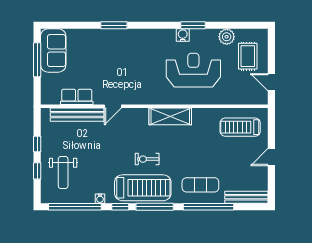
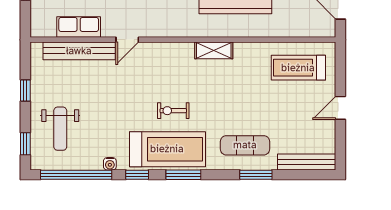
shelving: (170, 116) -> (214, 50), width x0.67, depth x0.75
window: (37, 171) -> (25, 144), moved
window: (155, 207) -> (183, 175), width x0.69
window: (209, 207) -> (256, 175), width x0.47

